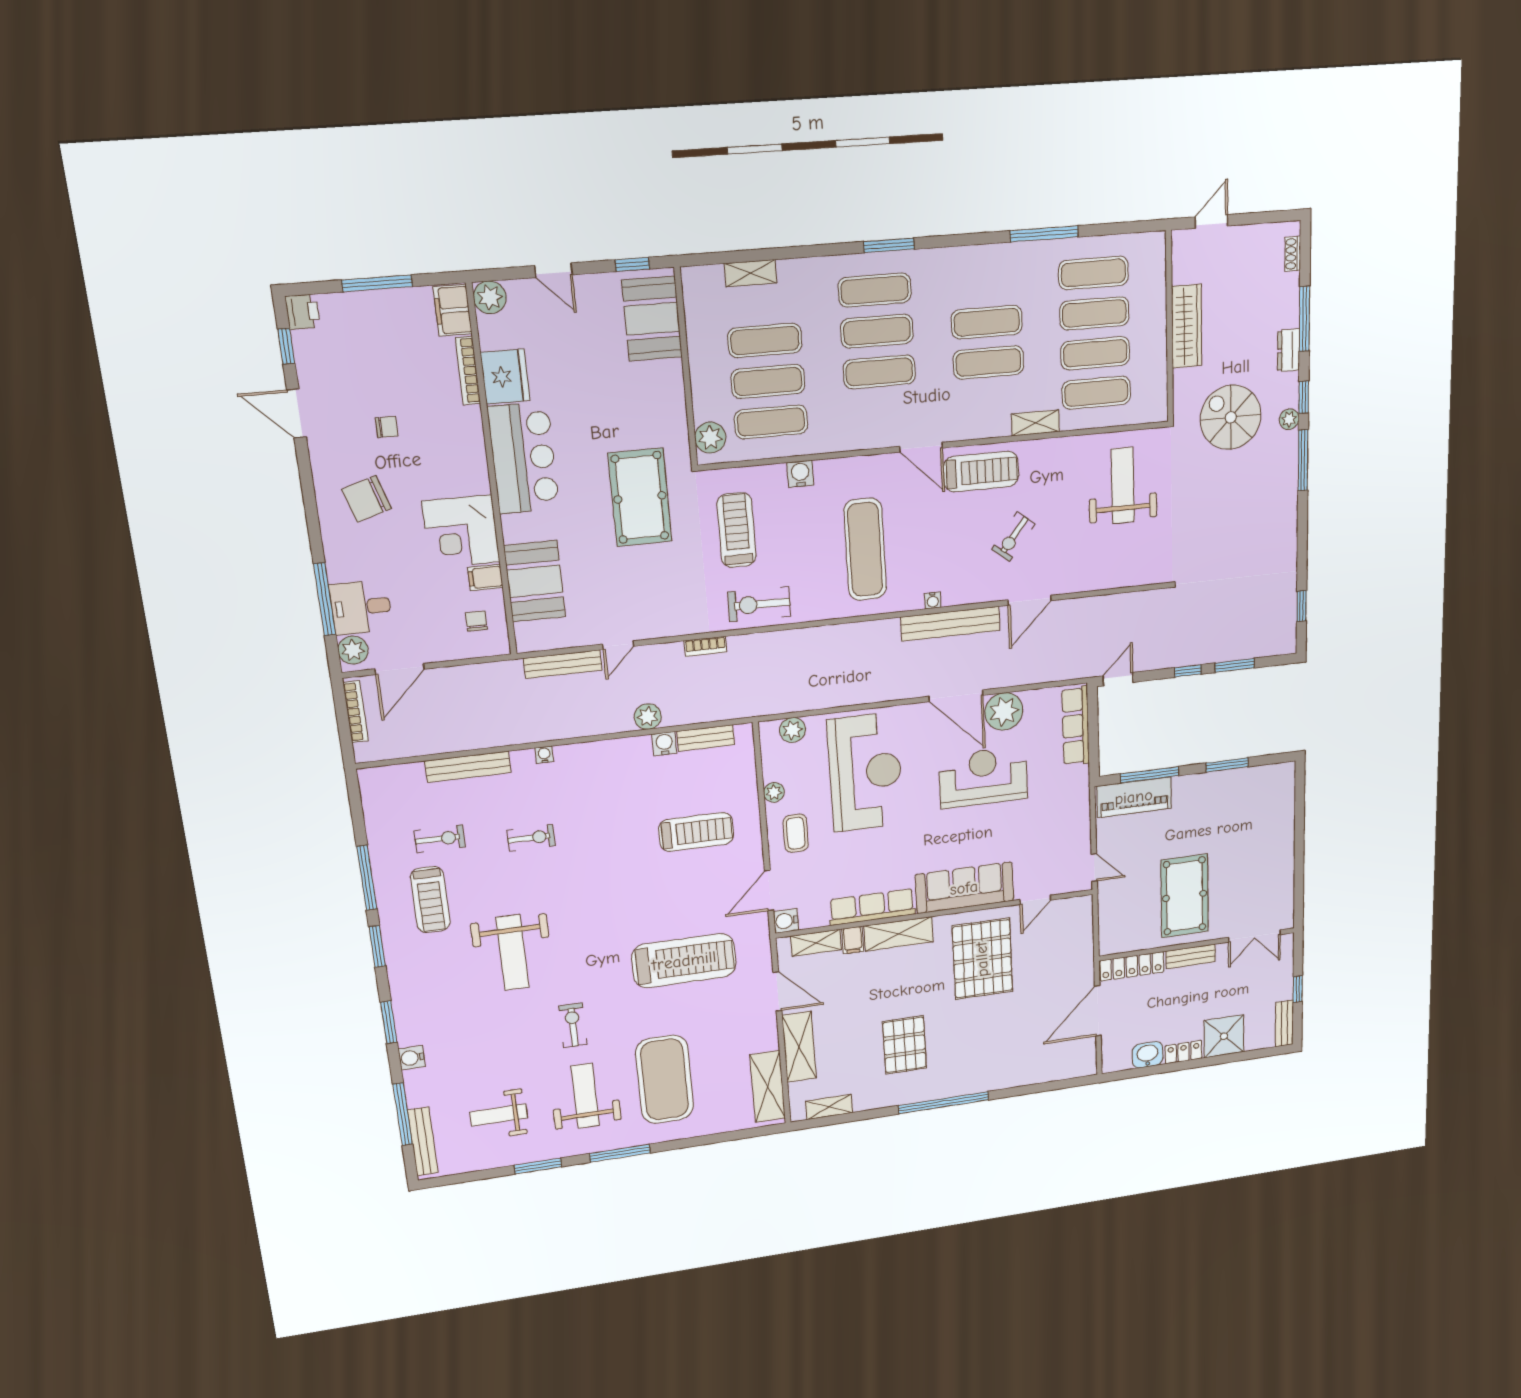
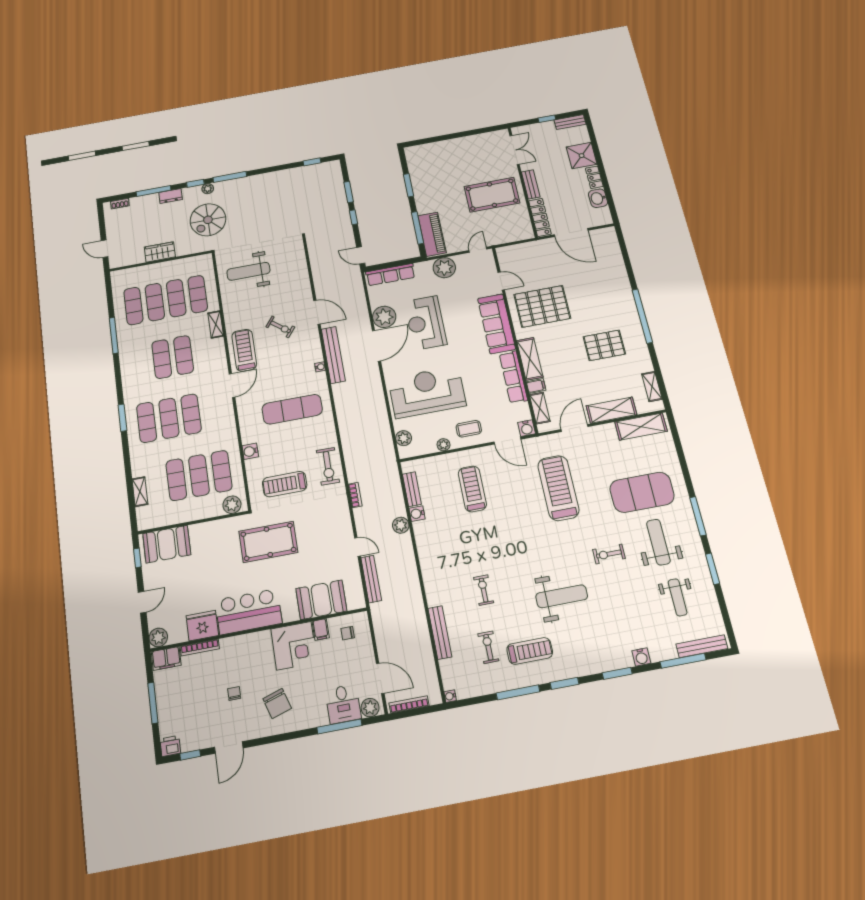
wardrobe: (1187, 326) -> (160, 252), width x0.67
water cooler: (544, 755) -> (450, 696), moved
plant: (1073, 813) -> (444, 268), added
weight bench: (585, 1096) -> (658, 542), turned 90

